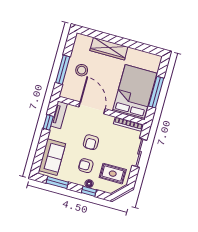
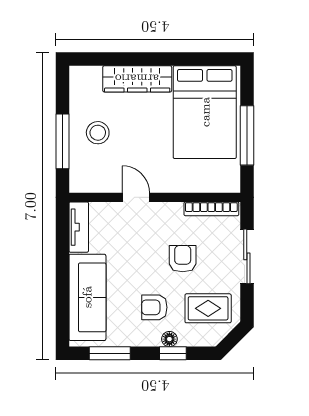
bed: (135, 92) -> (205, 112), moved, turned 180
door: (92, 108) -> (136, 197), width x0.53
window: (48, 122) -> (62, 246), removed
armchair: (91, 142) -> (183, 259), moved, turned 180
sofa: (52, 157) -> (87, 297), width x1.36

